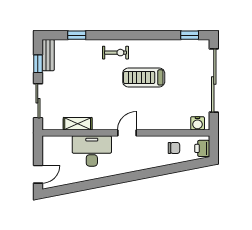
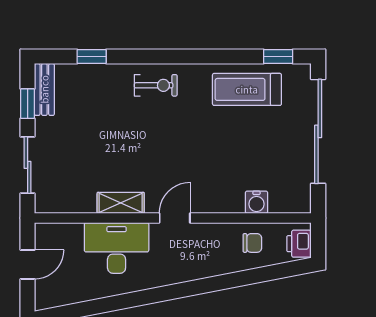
treadmill: (144, 77) -> (247, 89), moved
water cooler: (198, 123) -> (256, 202), moved
shelving: (78, 124) -> (121, 203), moved
door: (38, 174) -> (28, 264), moved

